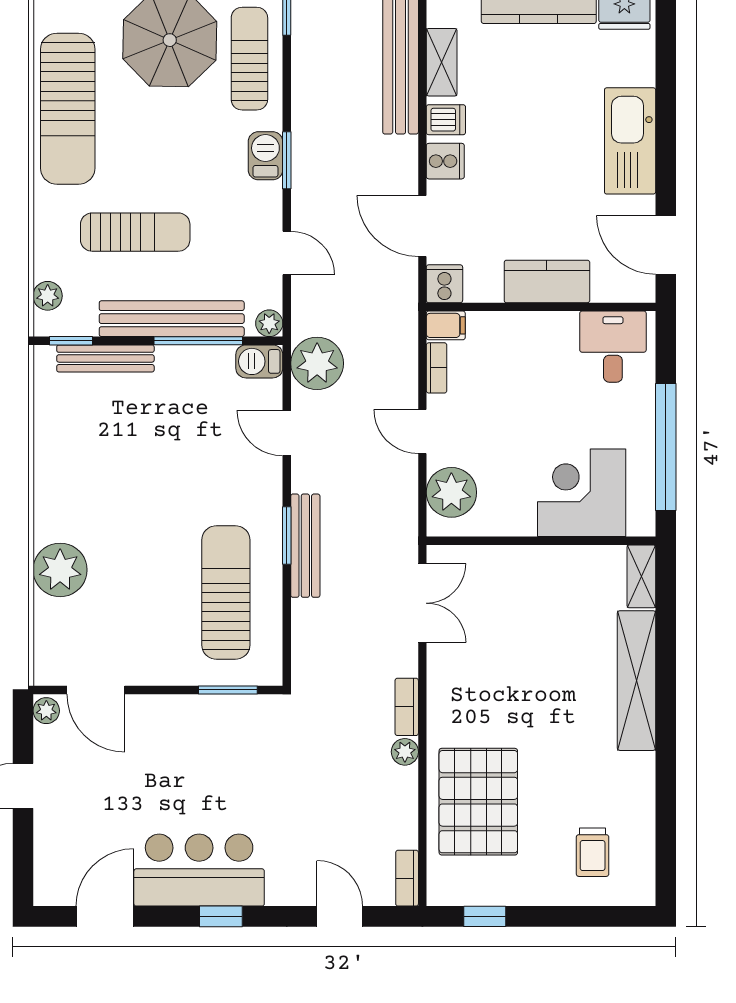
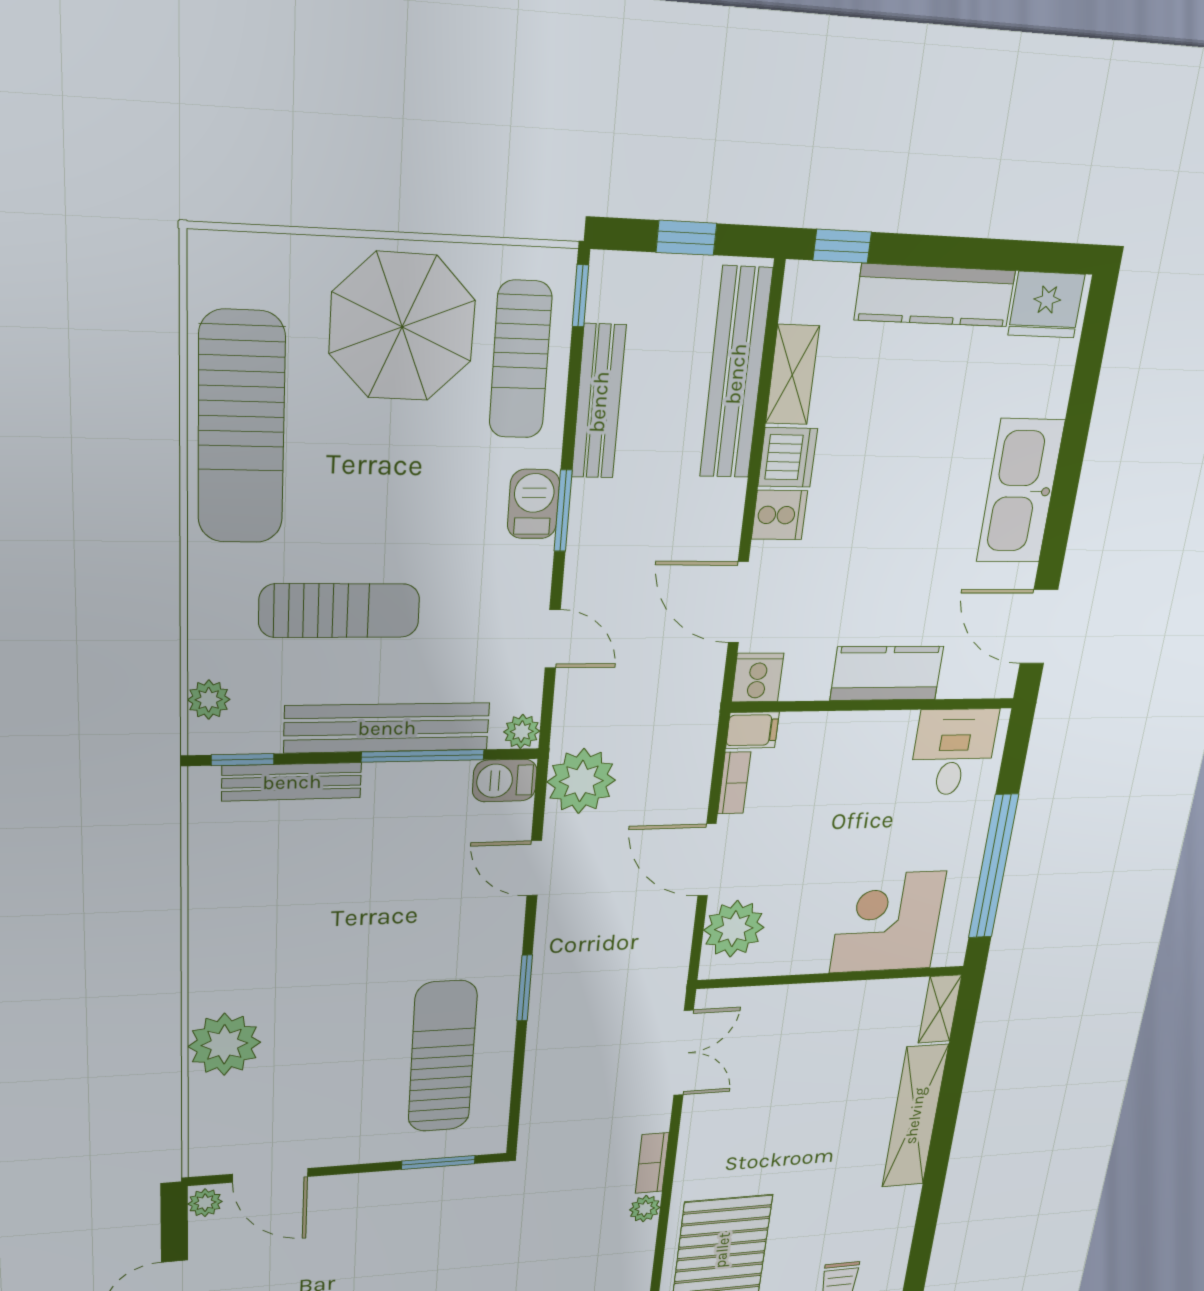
sun lounger: (249, 59) -> (520, 360), turned 180
dishwasher: (446, 120) -> (788, 457), width x1.38
door: (422, 432) -> (707, 860), width x1.38
bench: (305, 546) -> (599, 402), moved

